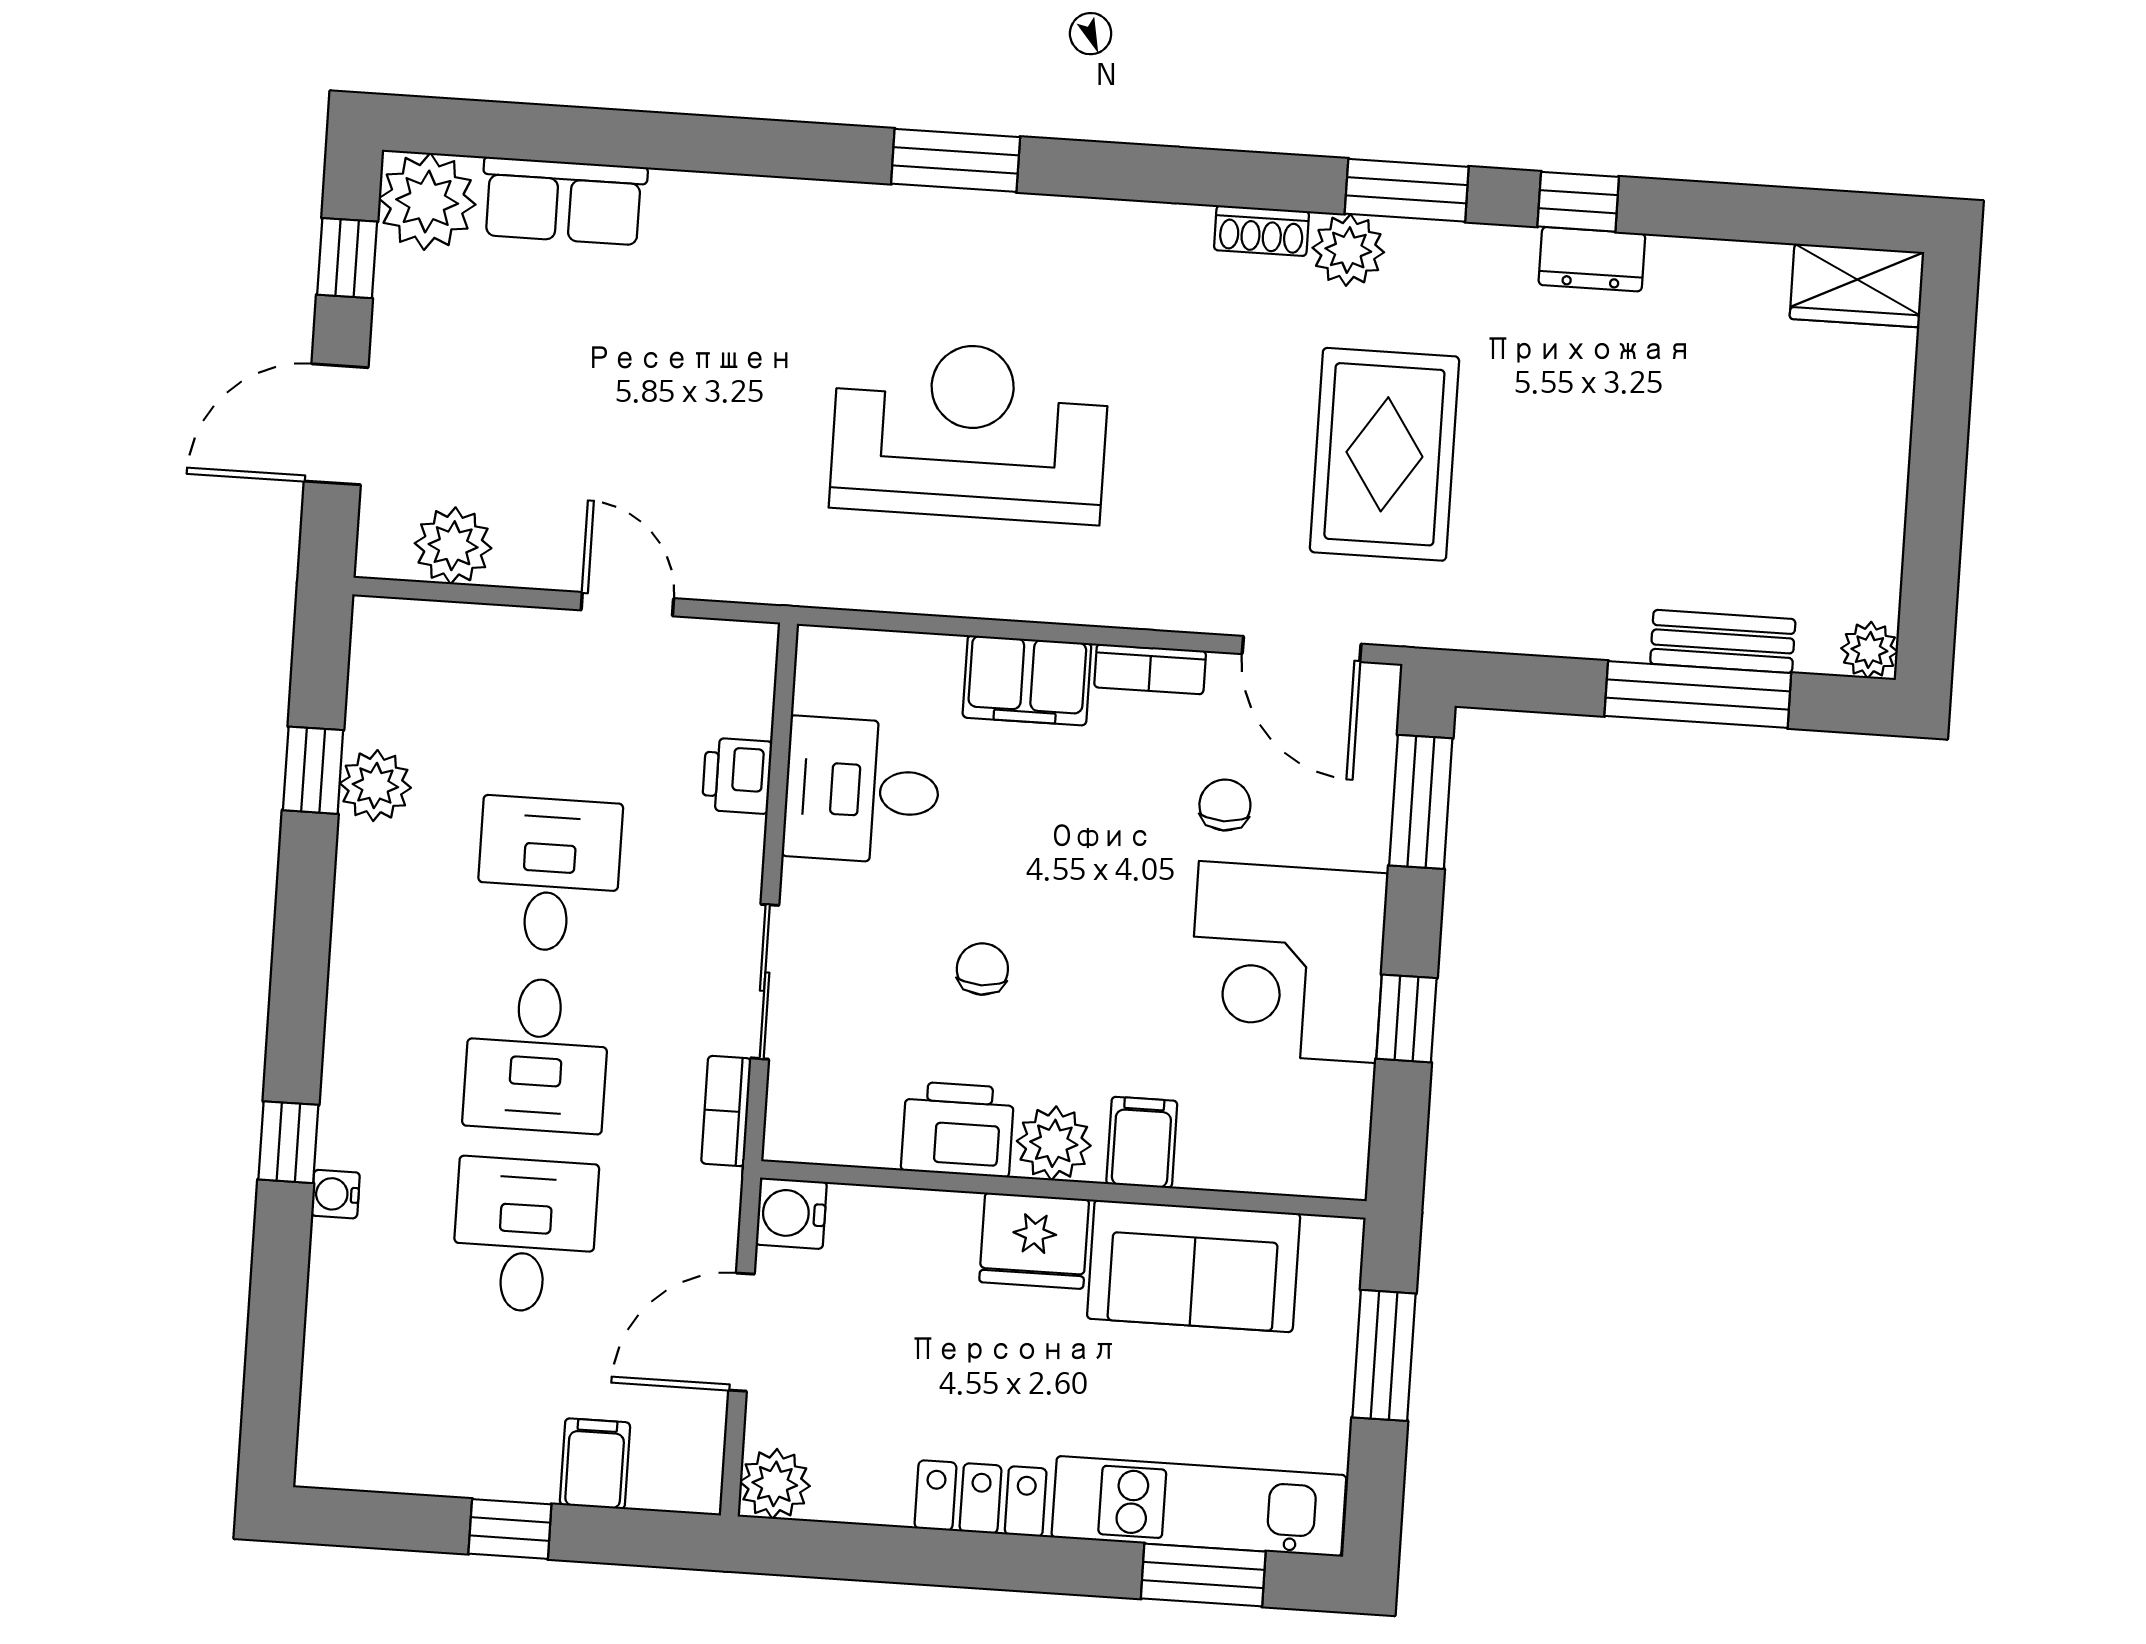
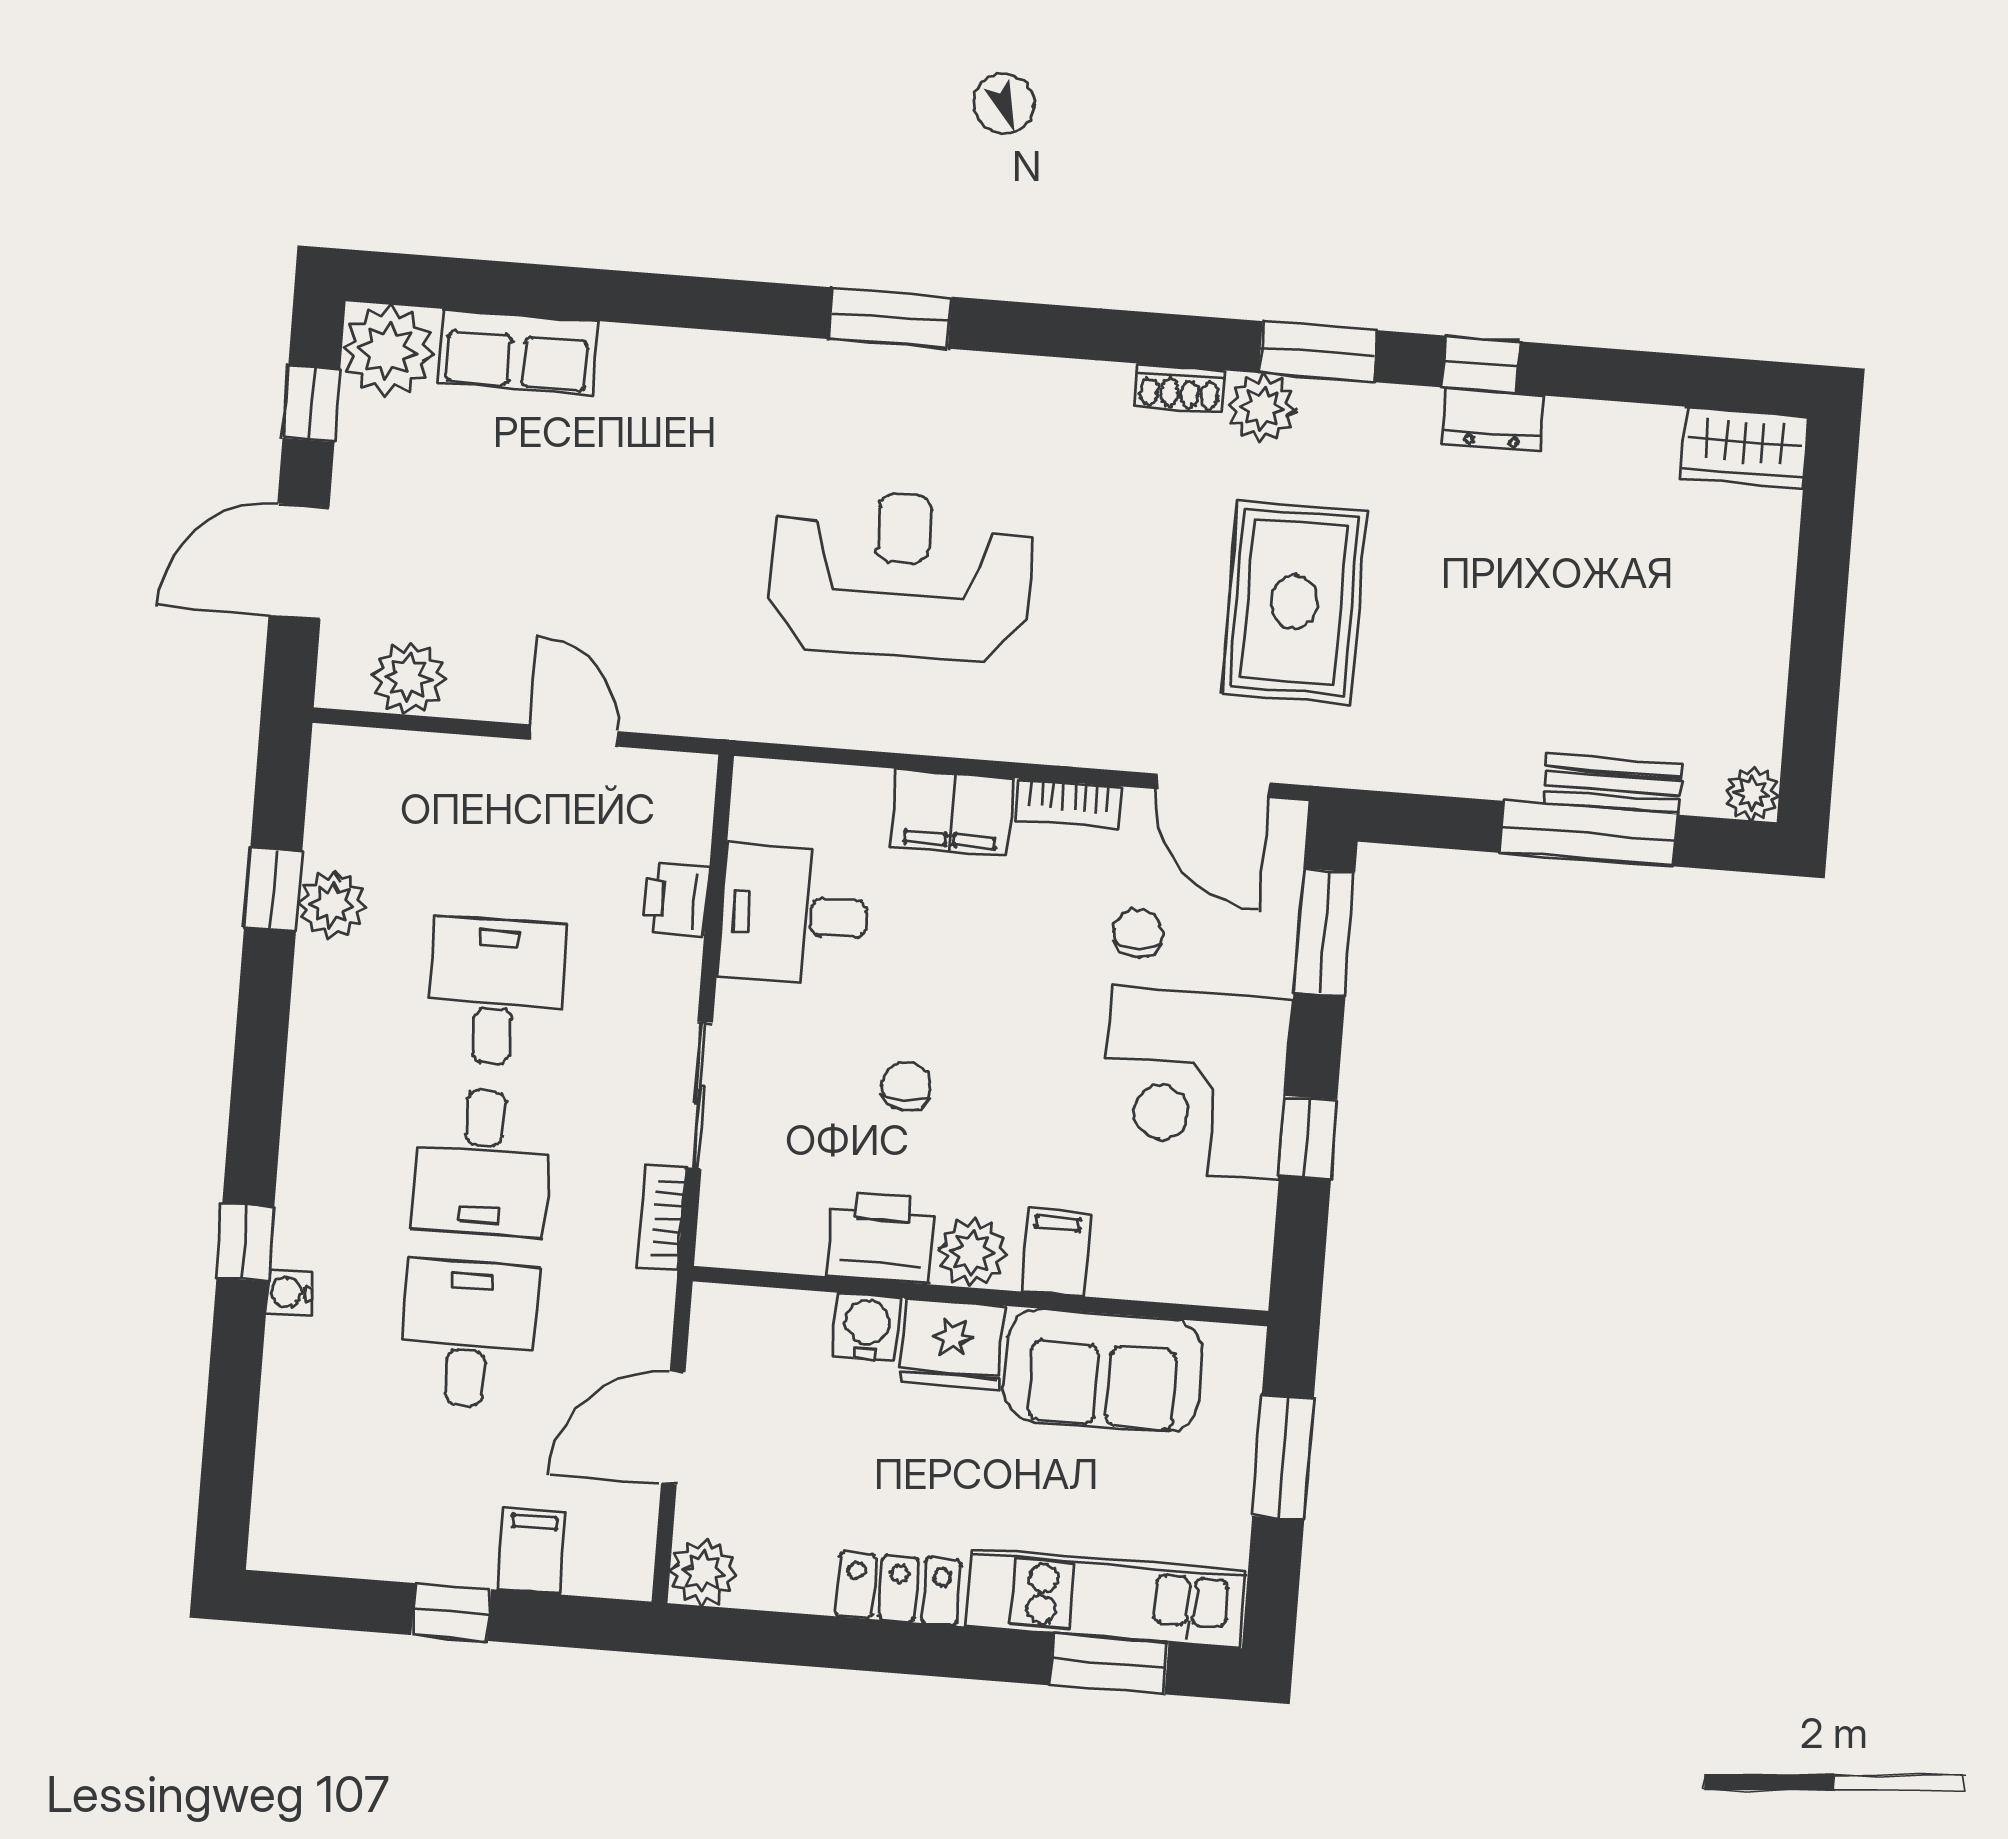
water cooler: (791, 1213) -> (867, 1327), moved, turned 90

